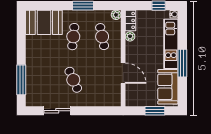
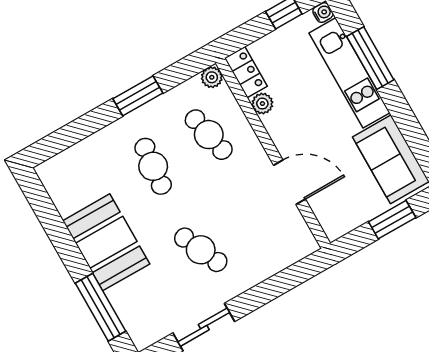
booth: (44, 22) -> (106, 242), moved, turned 90
window: (182, 63) -> (370, 58), moved

